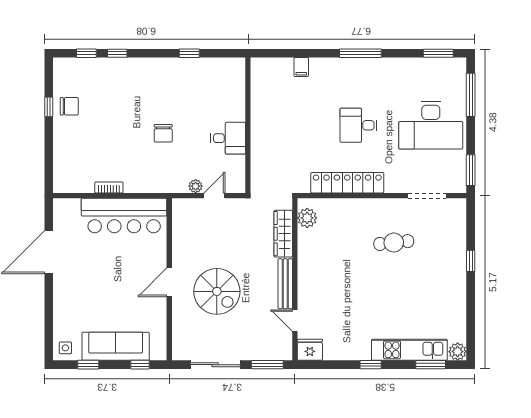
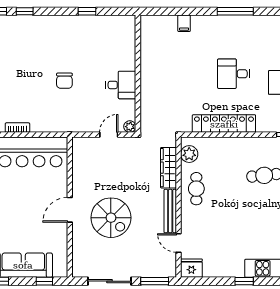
plant: (196, 186) -> (130, 127), moved
cafe table: (315, 258) -> (196, 189), added

